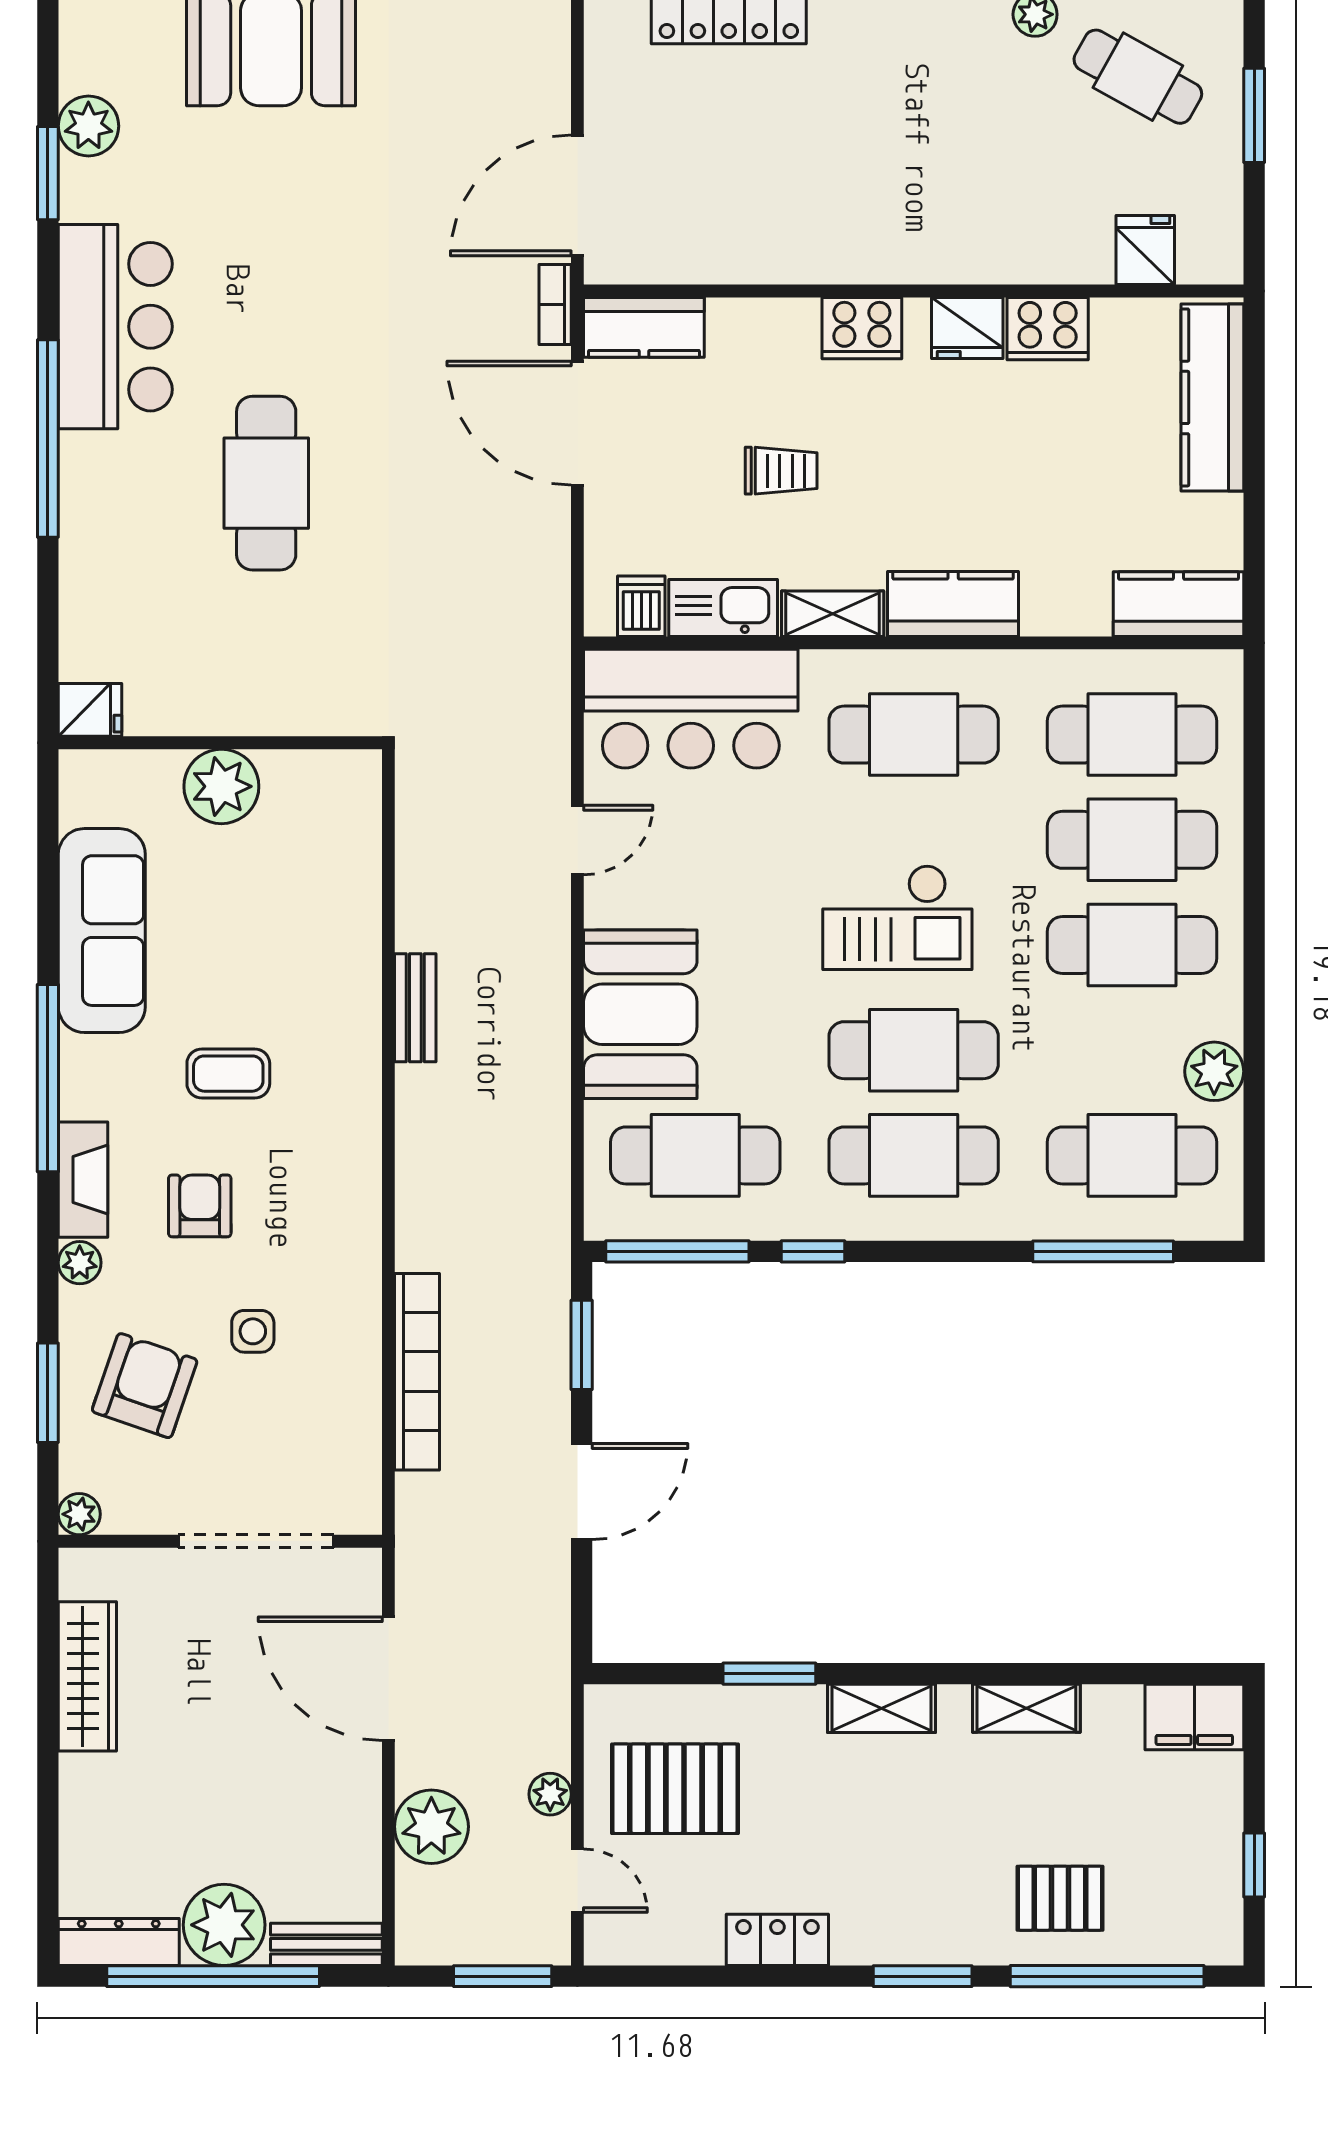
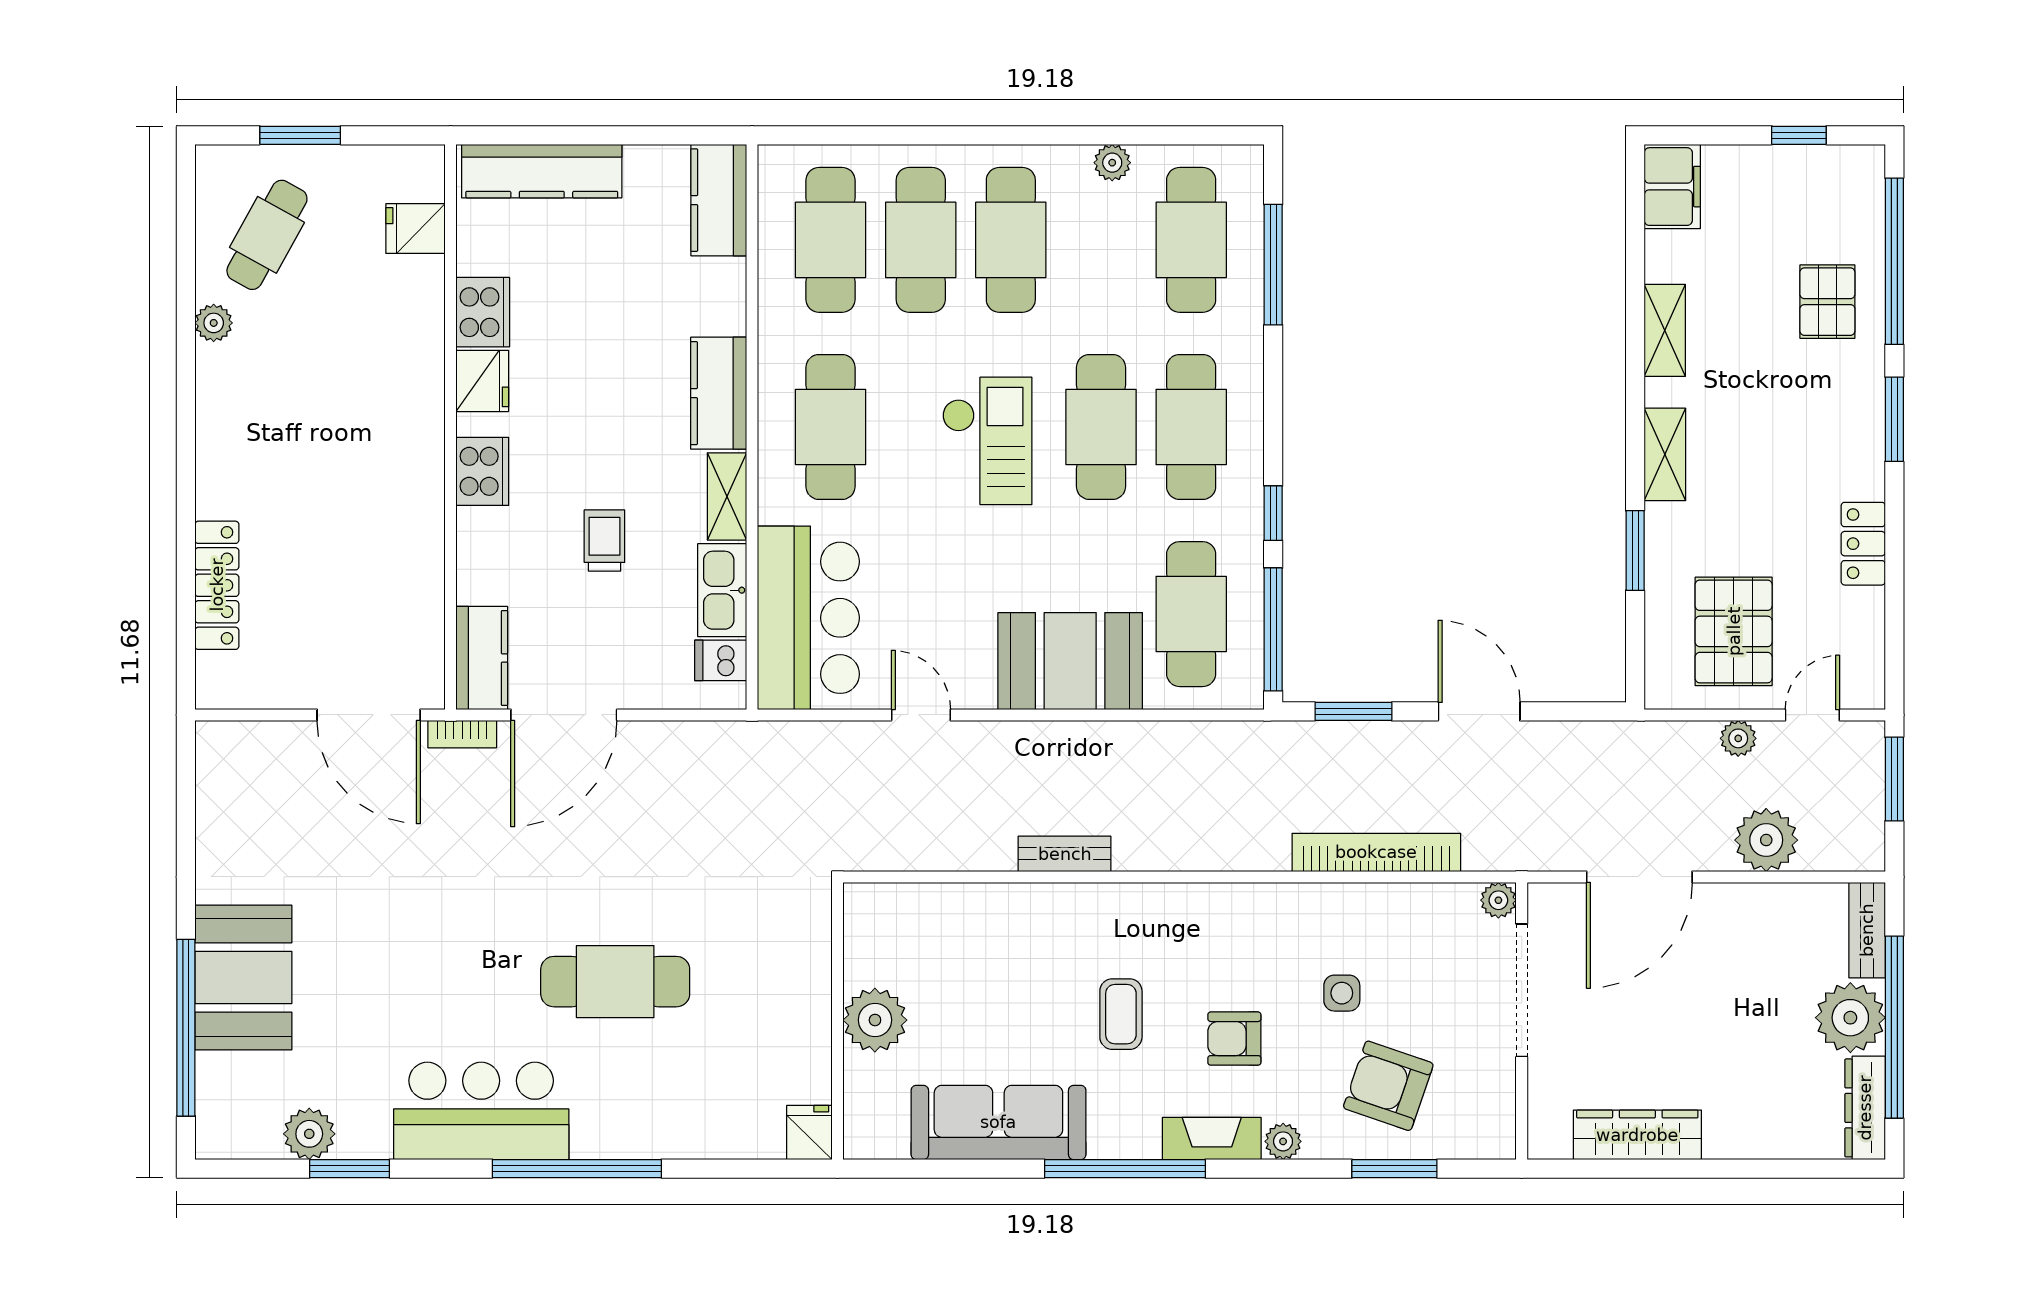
plant: (1214, 1071) -> (1112, 163), width x0.73, depth x0.73
plant: (79, 1514) -> (1498, 900), moved

